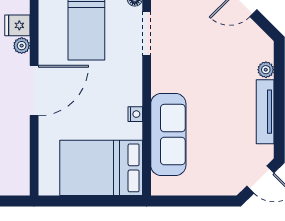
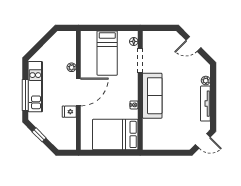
fridge: (17, 25) -> (69, 112), moved
sofa: (168, 135) -> (152, 96), moved

